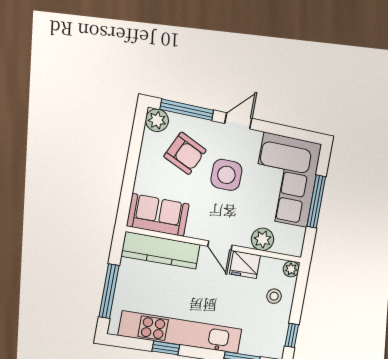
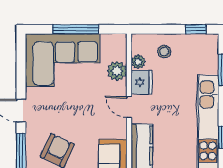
side table: (226, 175) -> (68, 112), removed
door: (220, 246) -> (129, 107), swing flipped
plant: (291, 269) -> (138, 62), moved

